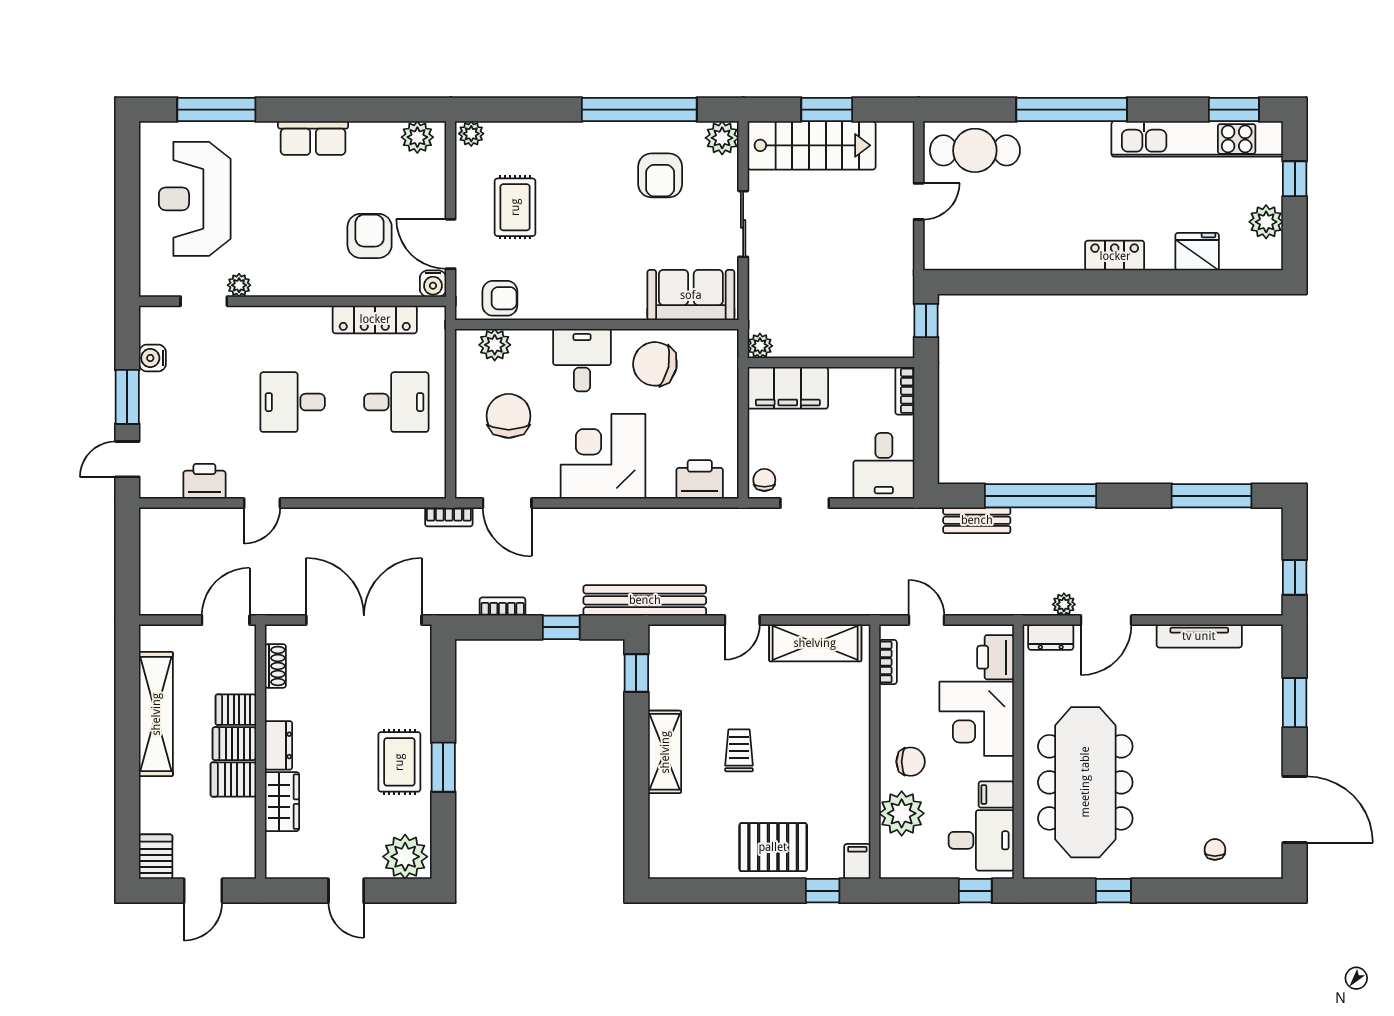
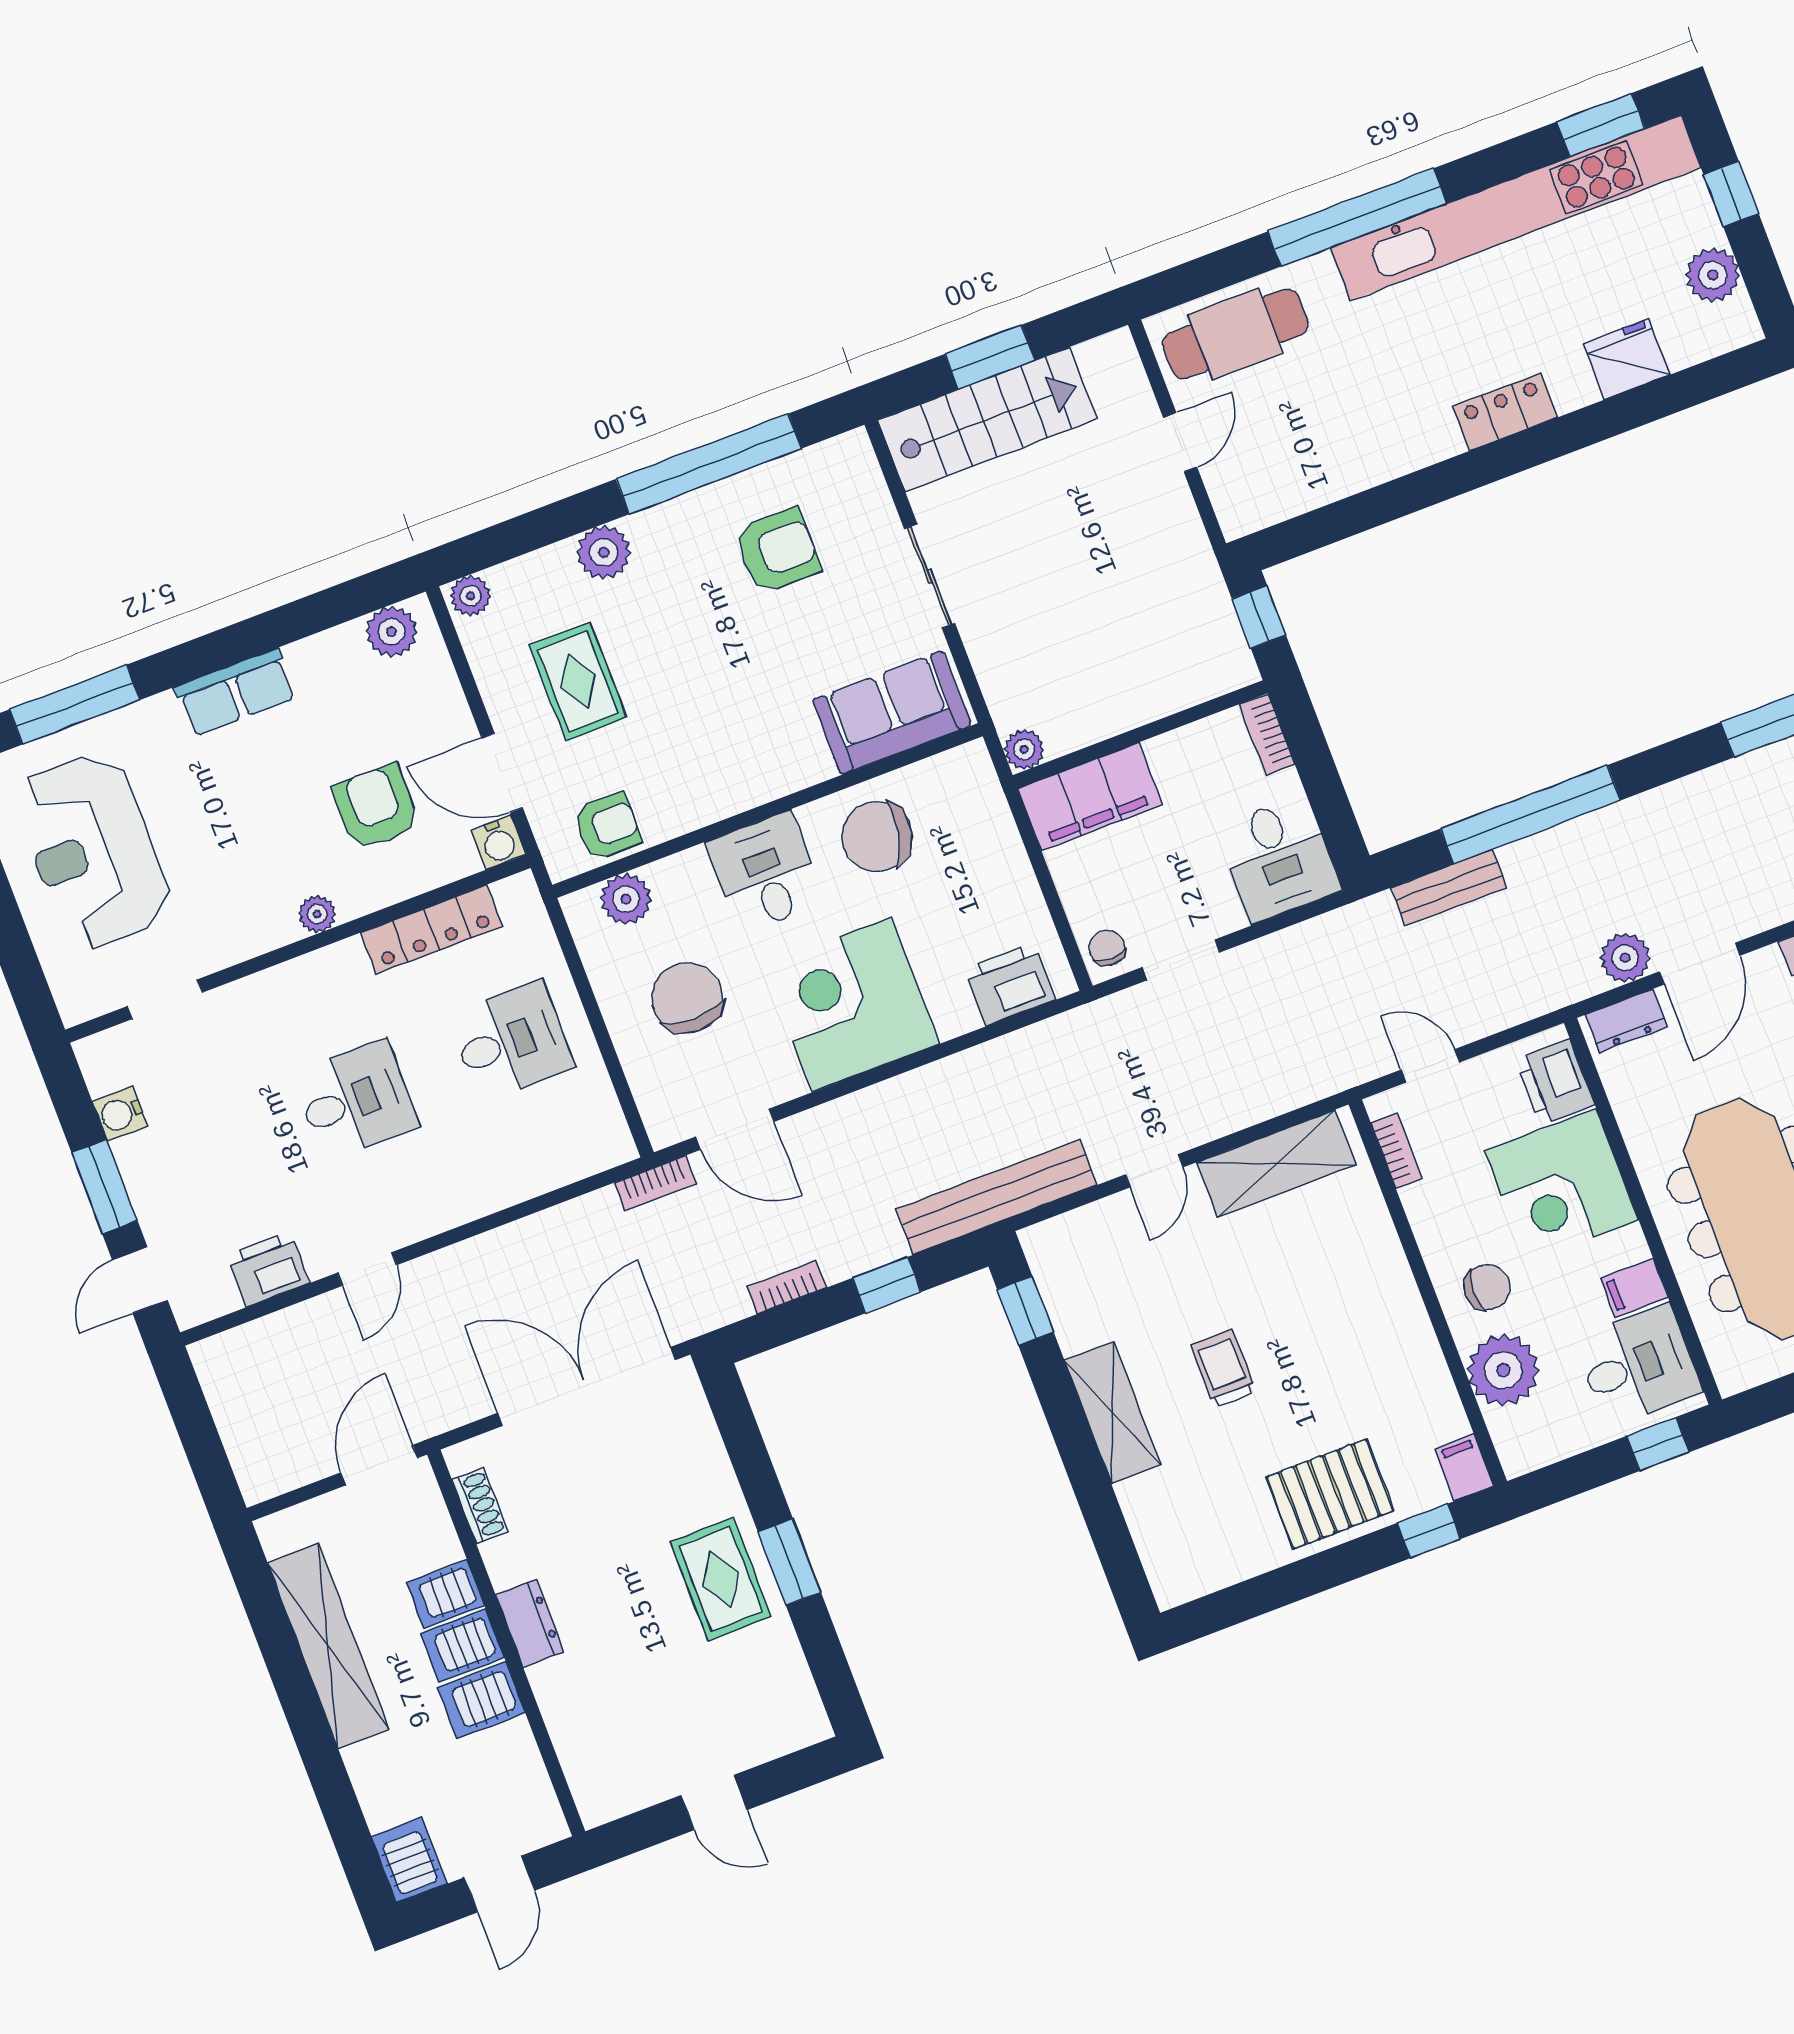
plant: (722, 138) -> (604, 552), moved
kitchen unit: (1197, 139) -> (1516, 208), width x1.36
armchair: (660, 175) -> (777, 551), turned -90
plant: (239, 285) -> (317, 914), moved
desk: (293, 402) -> (355, 1100), turned 180
plant: (1064, 604) -> (1625, 958), width x1.38, depth x1.38
wardrobe: (282, 802) -> (567, 1706), removed
plant: (405, 857) -> (783, 1718), removed

